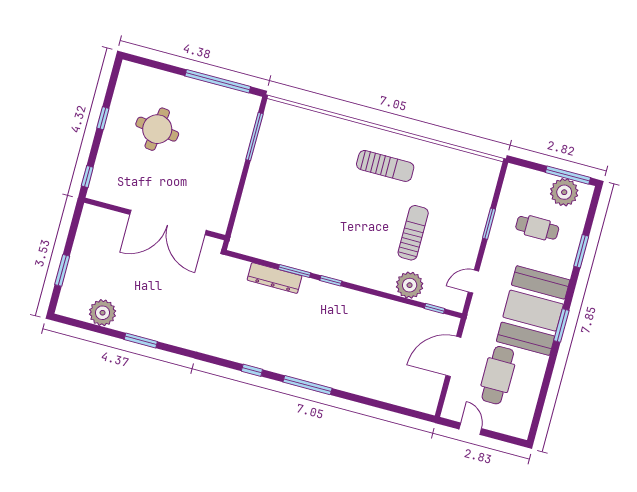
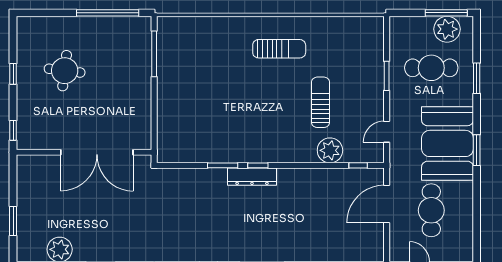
cafe table: (537, 228) -> (431, 68), width x1.37, depth x1.35
dresser: (275, 278) -> (252, 177), moved

